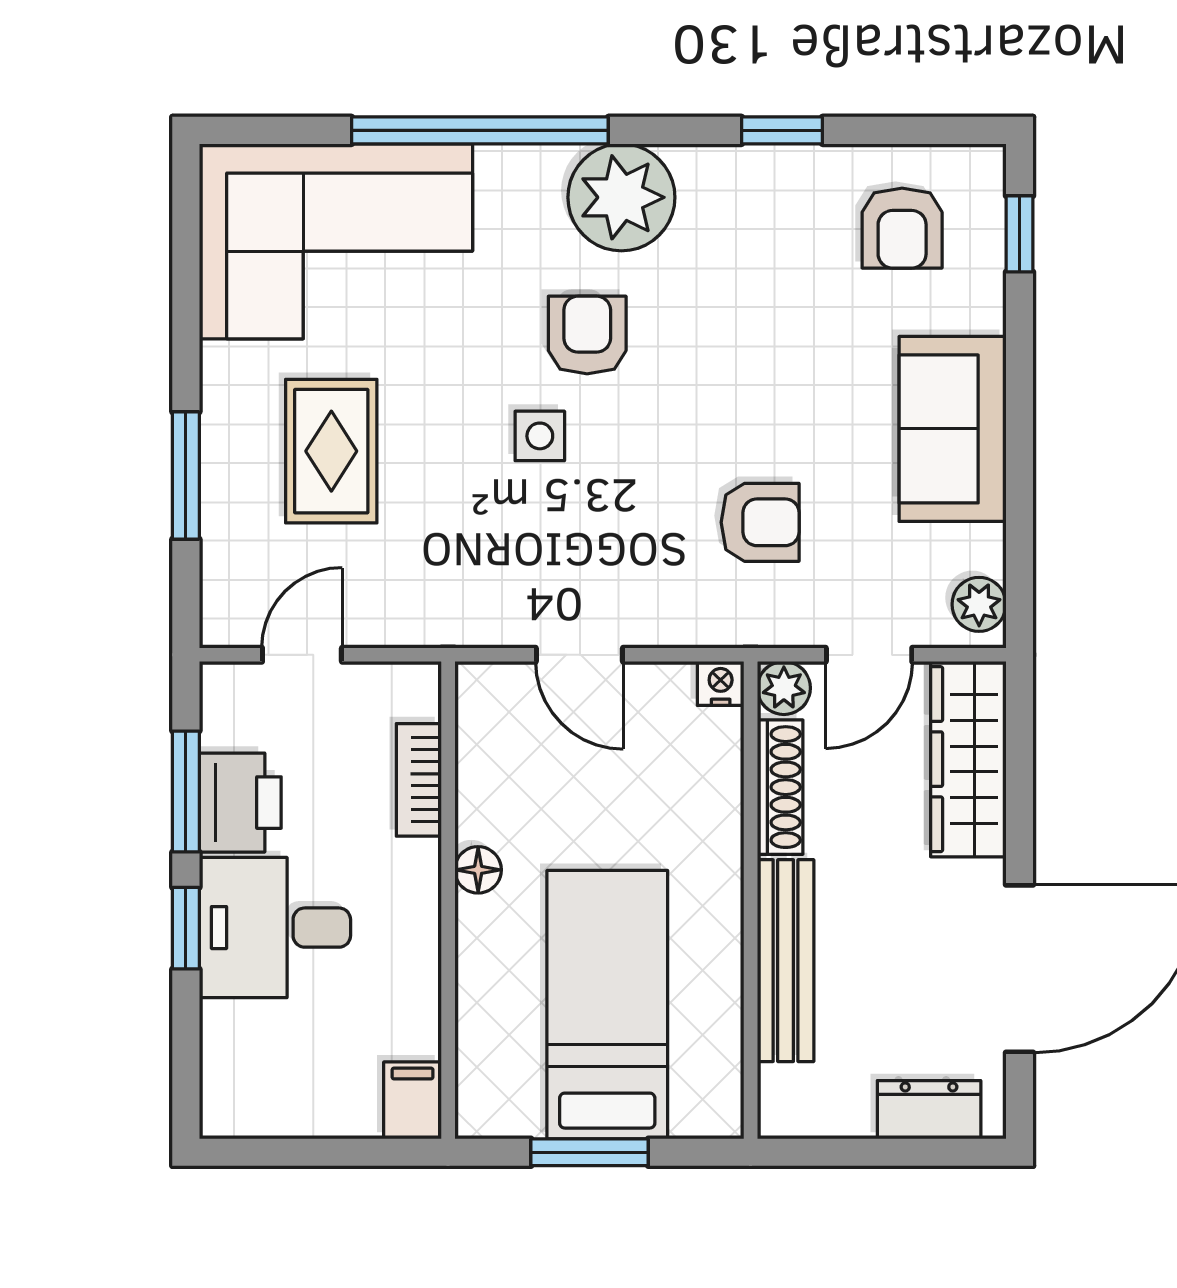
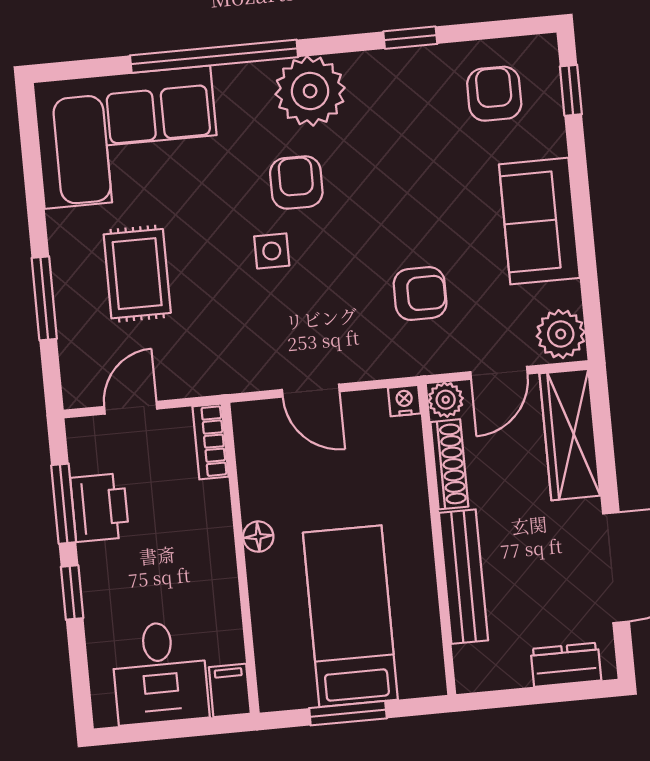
armchair: (902, 228) -> (494, 94), turned 180
plant: (979, 604) -> (561, 334), width x1.38, depth x1.38
bookcase: (419, 780) -> (210, 441), moved
desk: (275, 928) -> (160, 673), moved, turned -90

